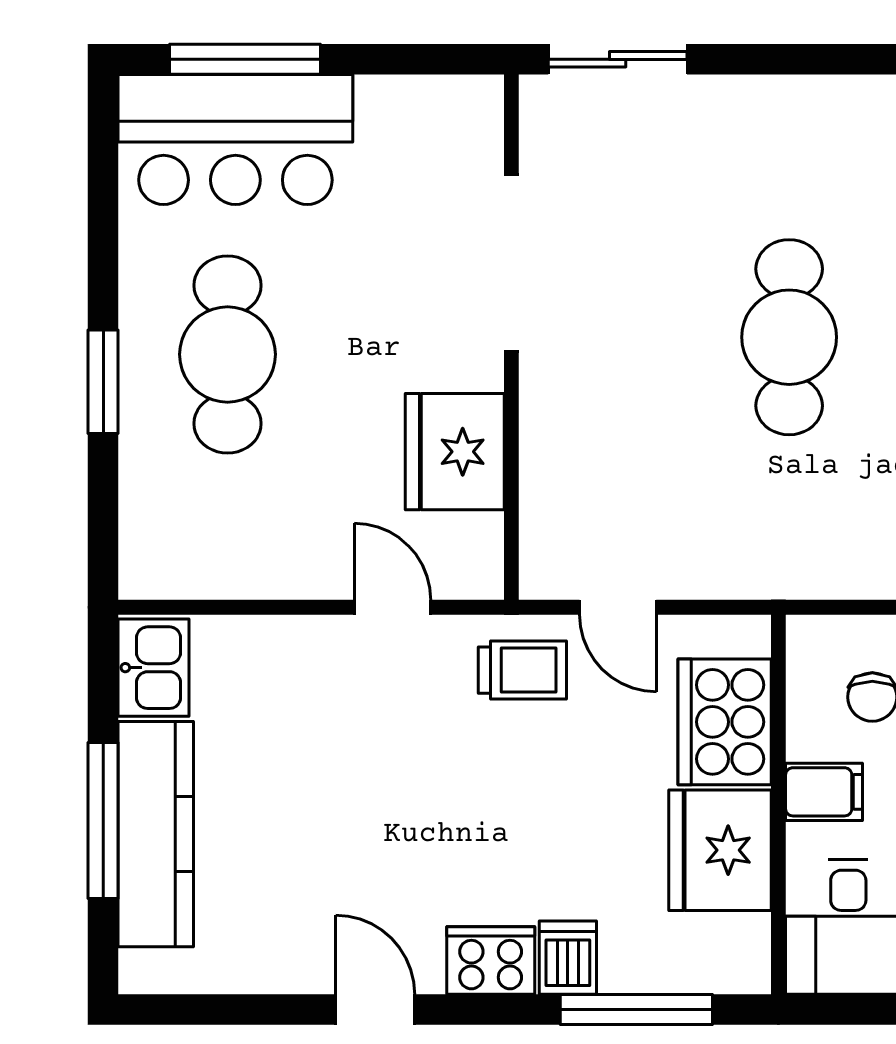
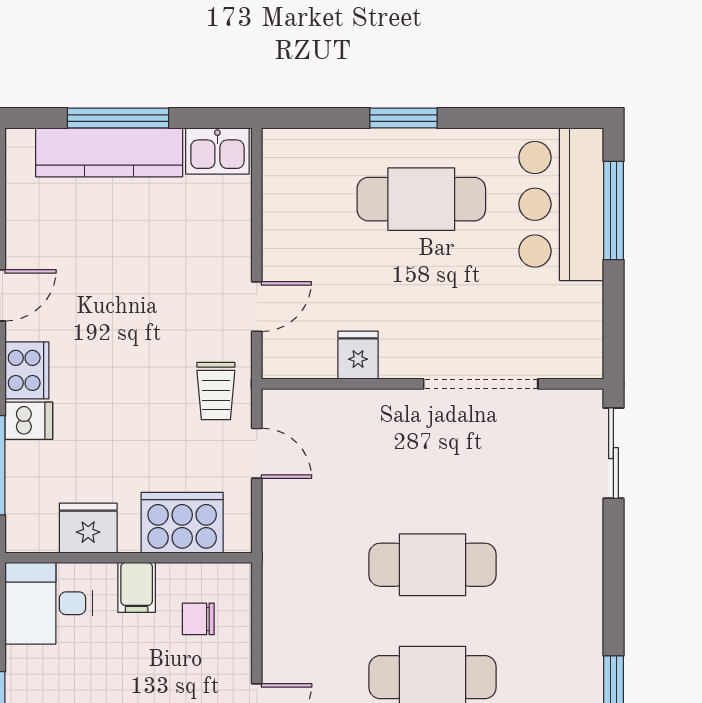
fridge: (455, 452) -> (358, 355), width x0.53, depth x0.75
door: (618, 607) -> (257, 453), swing flipped
fridge: (720, 850) -> (88, 528), width x0.73, depth x0.75

